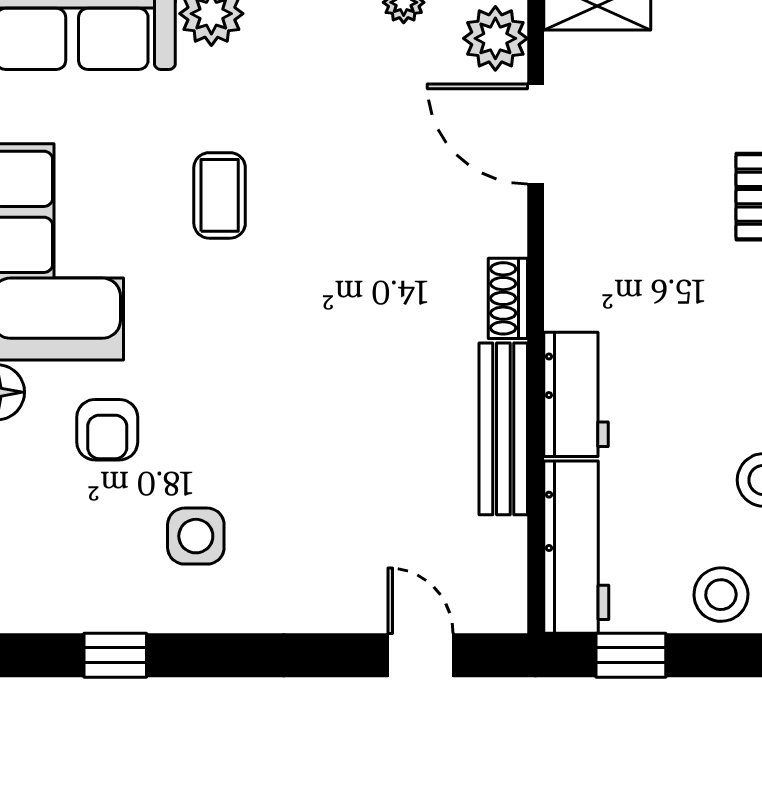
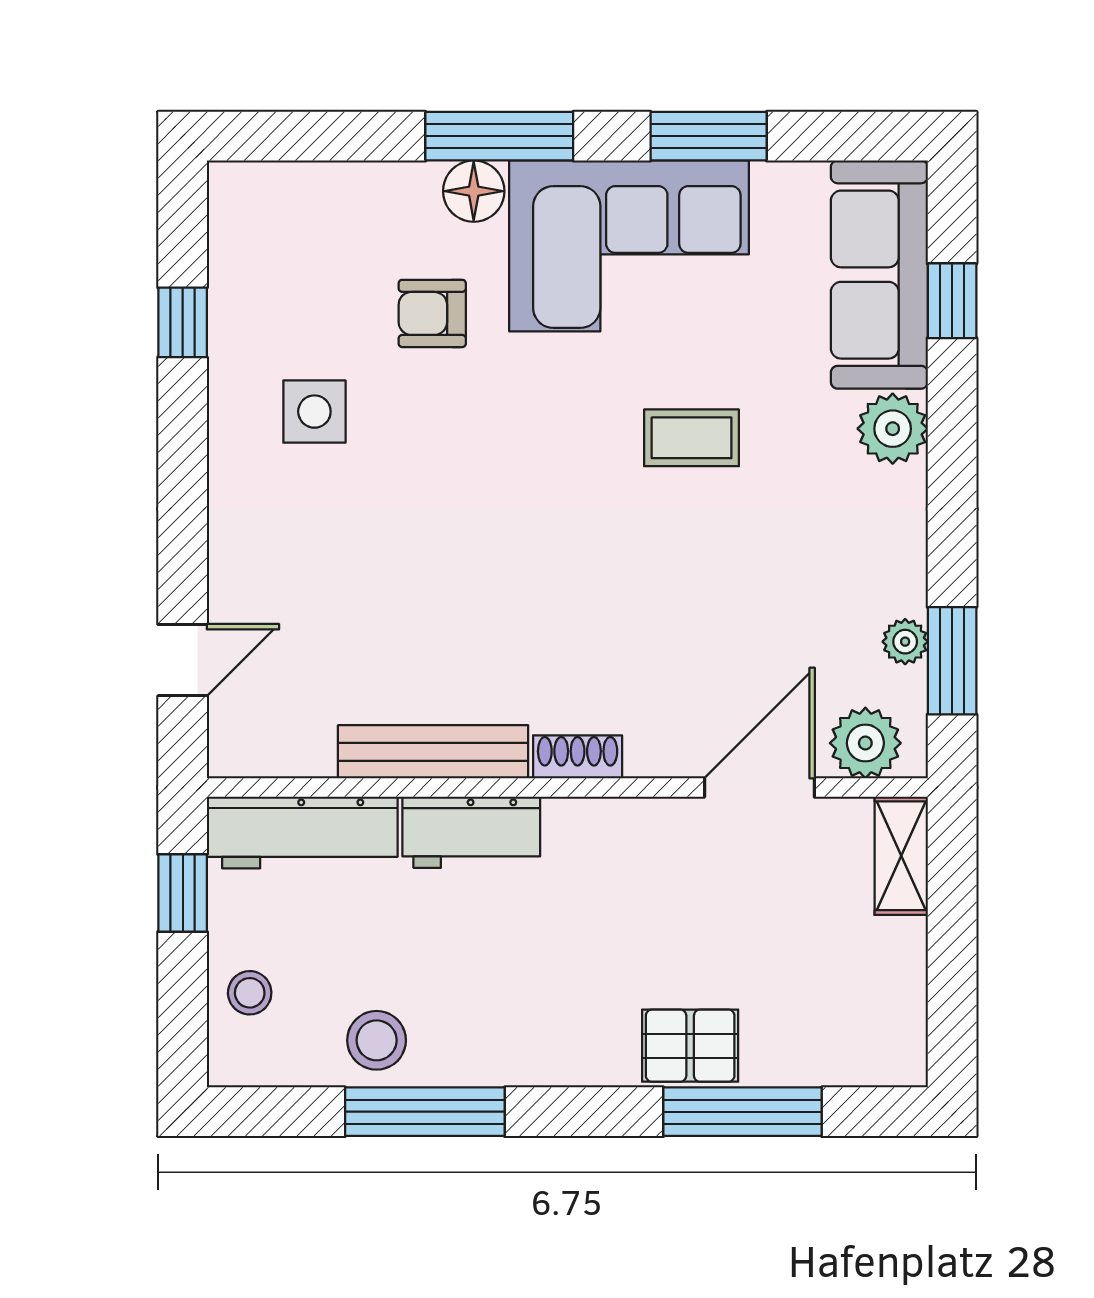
stool: (721, 595) -> (250, 993), width x0.73, depth x0.73

